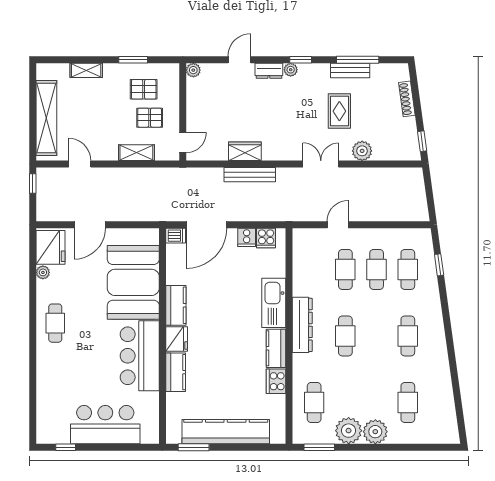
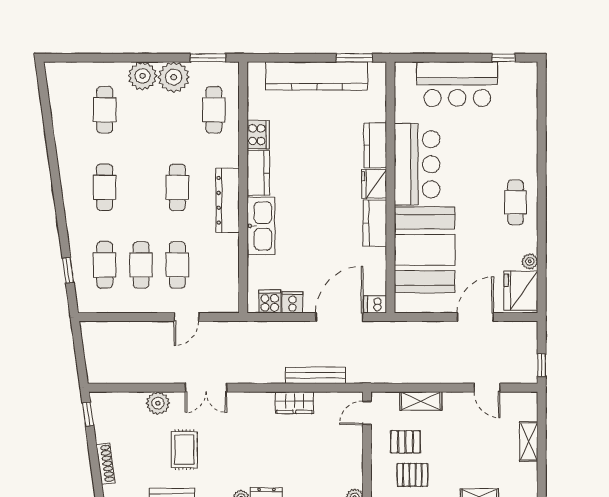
shelving: (46, 118) -> (529, 441), width x0.45, depth x0.75
bench: (250, 175) -> (316, 375), moved

